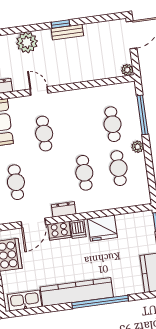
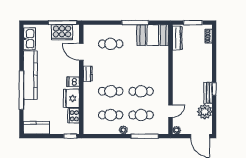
plant: (27, 42) -> (205, 112), moved
door: (39, 91) -> (171, 111), moved
cafe table: (44, 134) -> (141, 91), moved
cooker: (59, 231) -> (74, 116), moved

